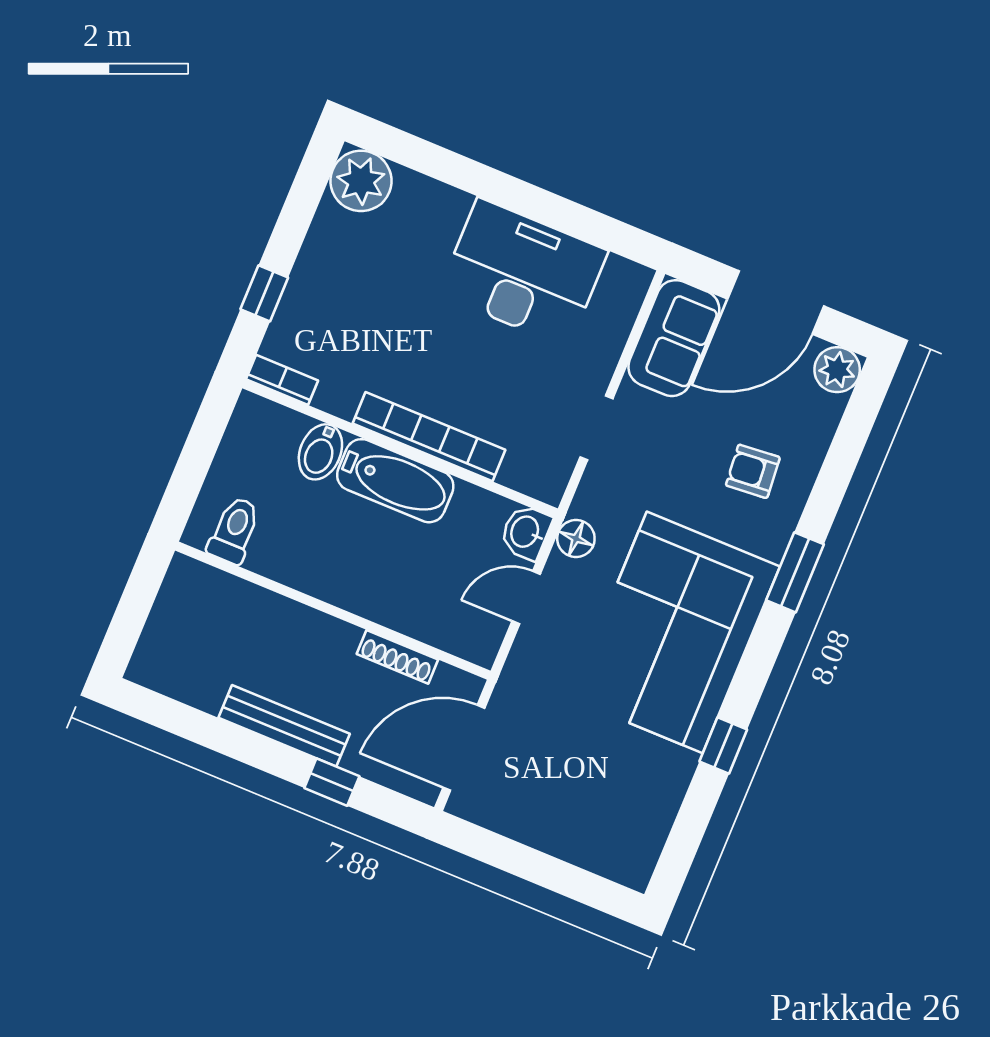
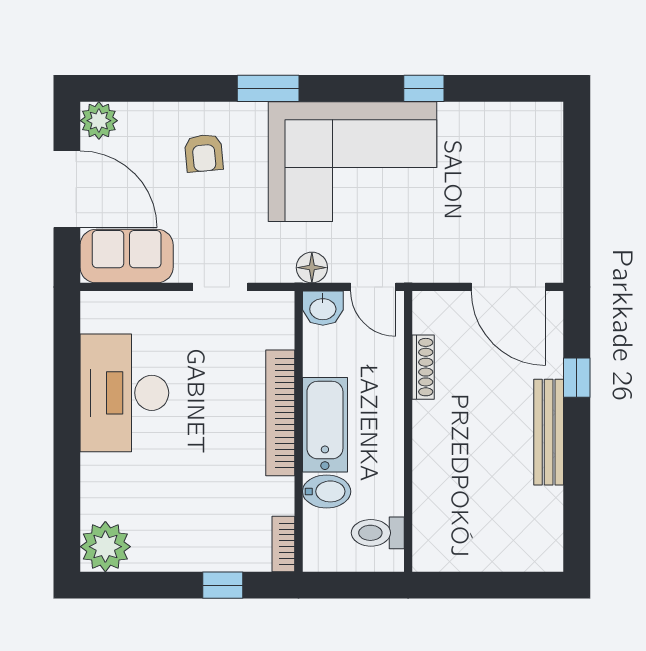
toilet: (234, 530) -> (378, 533), moved
wall: (333, 611) -> (408, 431), moved
shoe rack: (397, 657) -> (423, 367), moved

